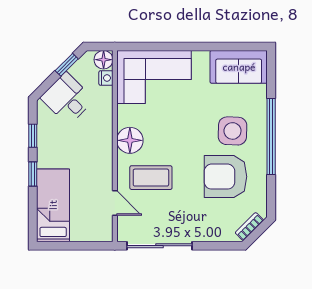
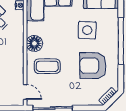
side table: (232, 131) -> (87, 30), moved
door: (115, 203) -> (25, 92), moved

